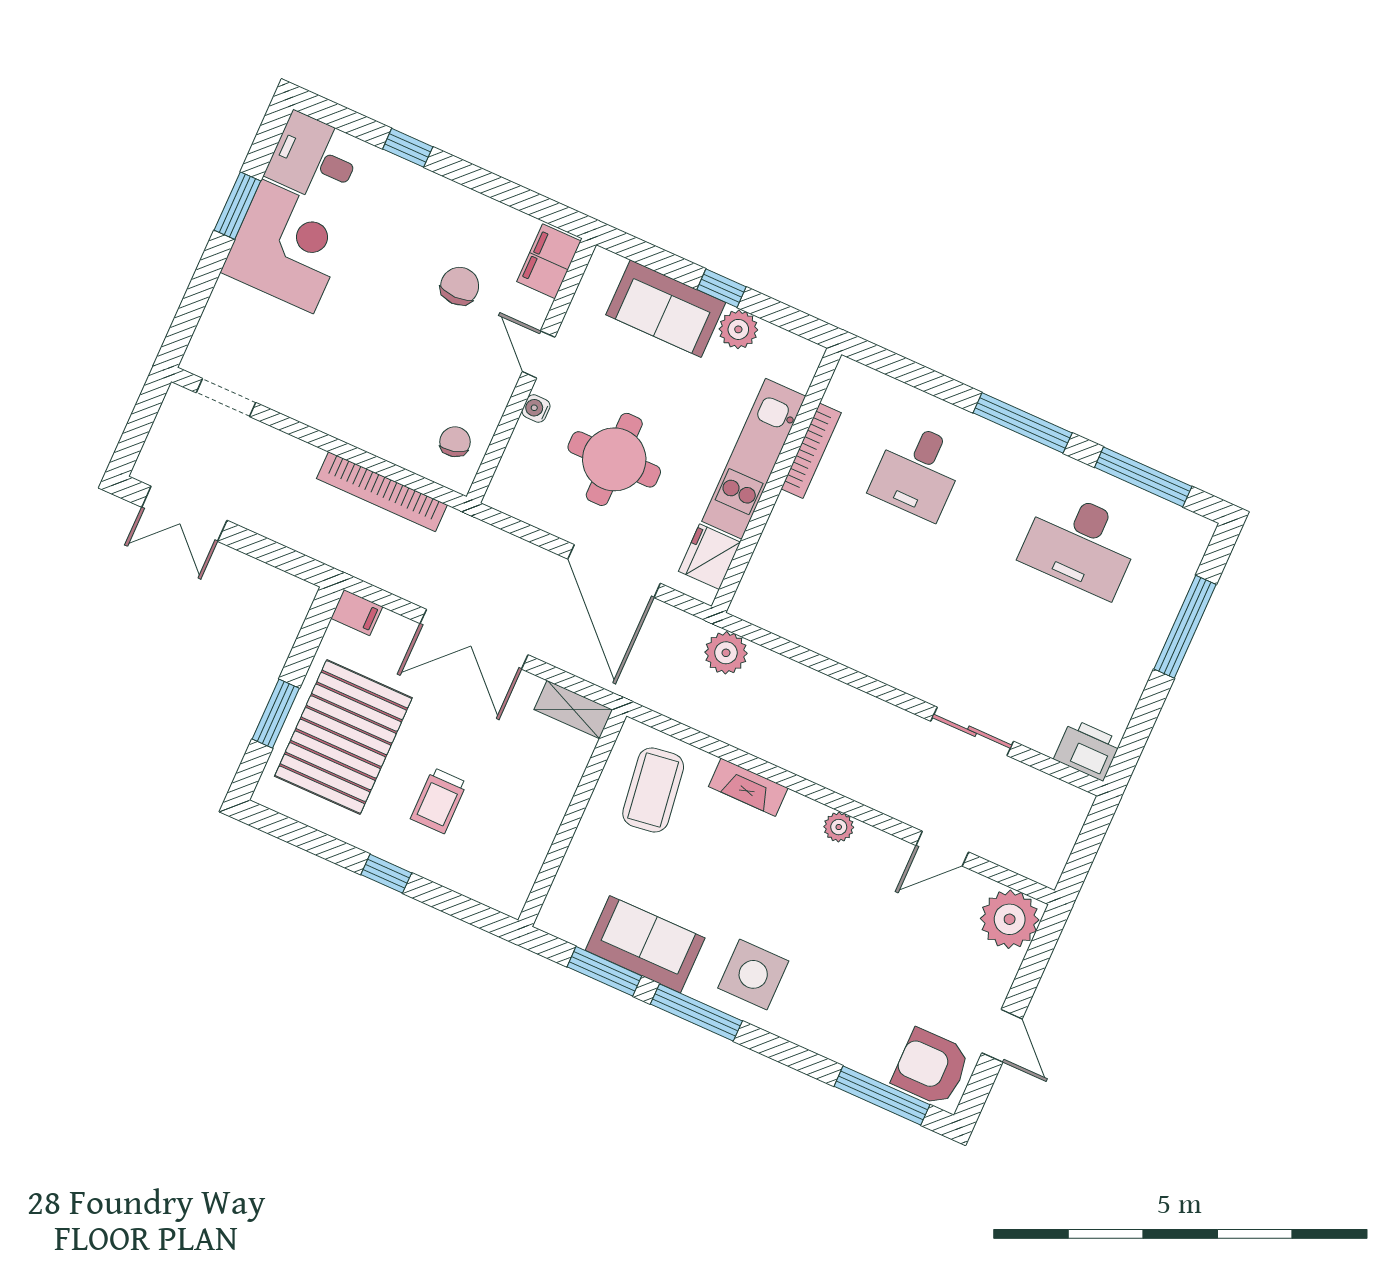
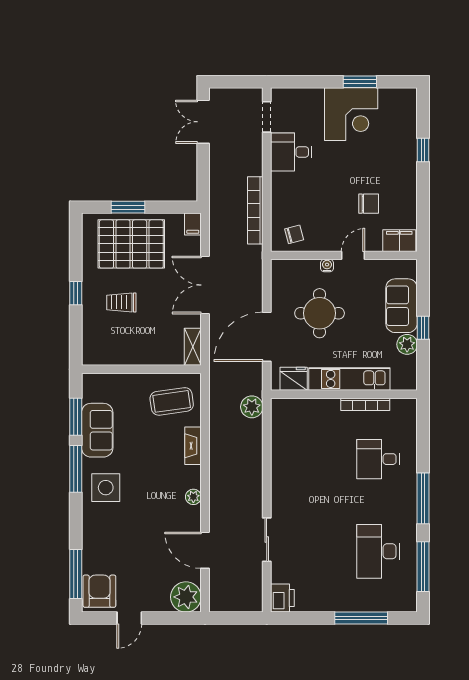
desk: (314, 159) -> (291, 152), moved, turned -90
door: (942, 849) -> (205, 550), width x1.38

